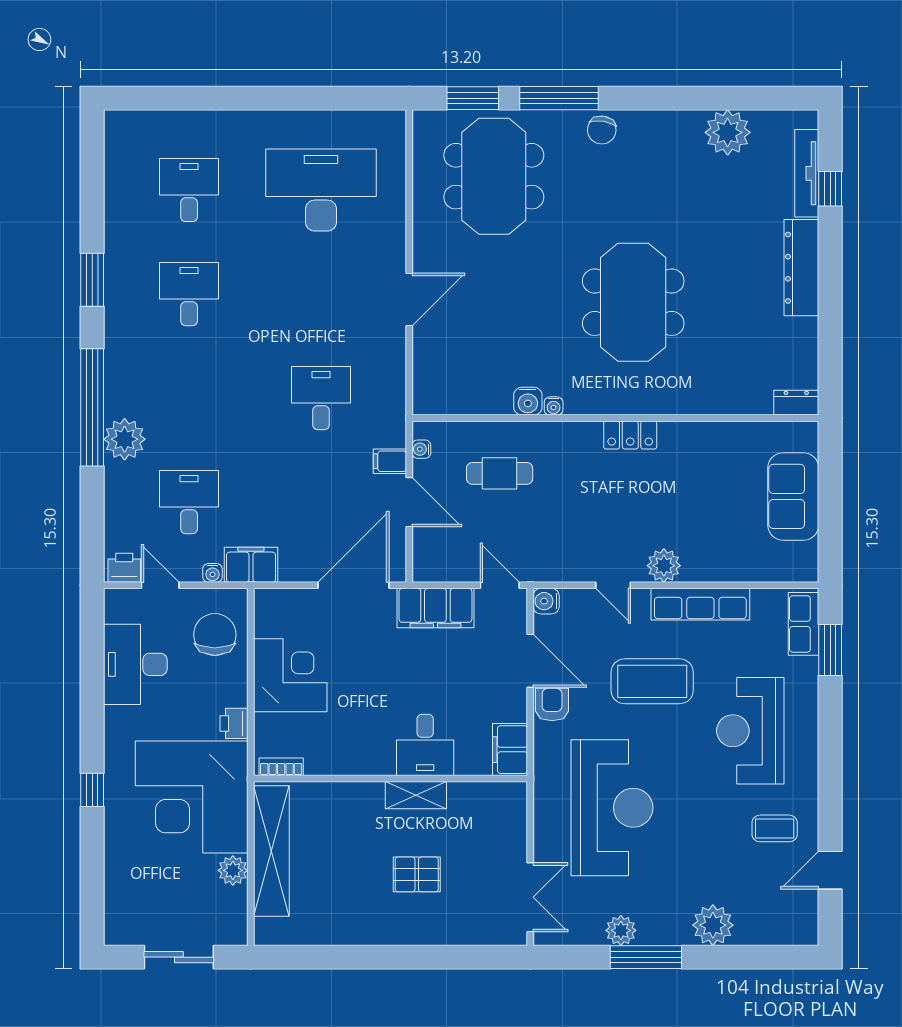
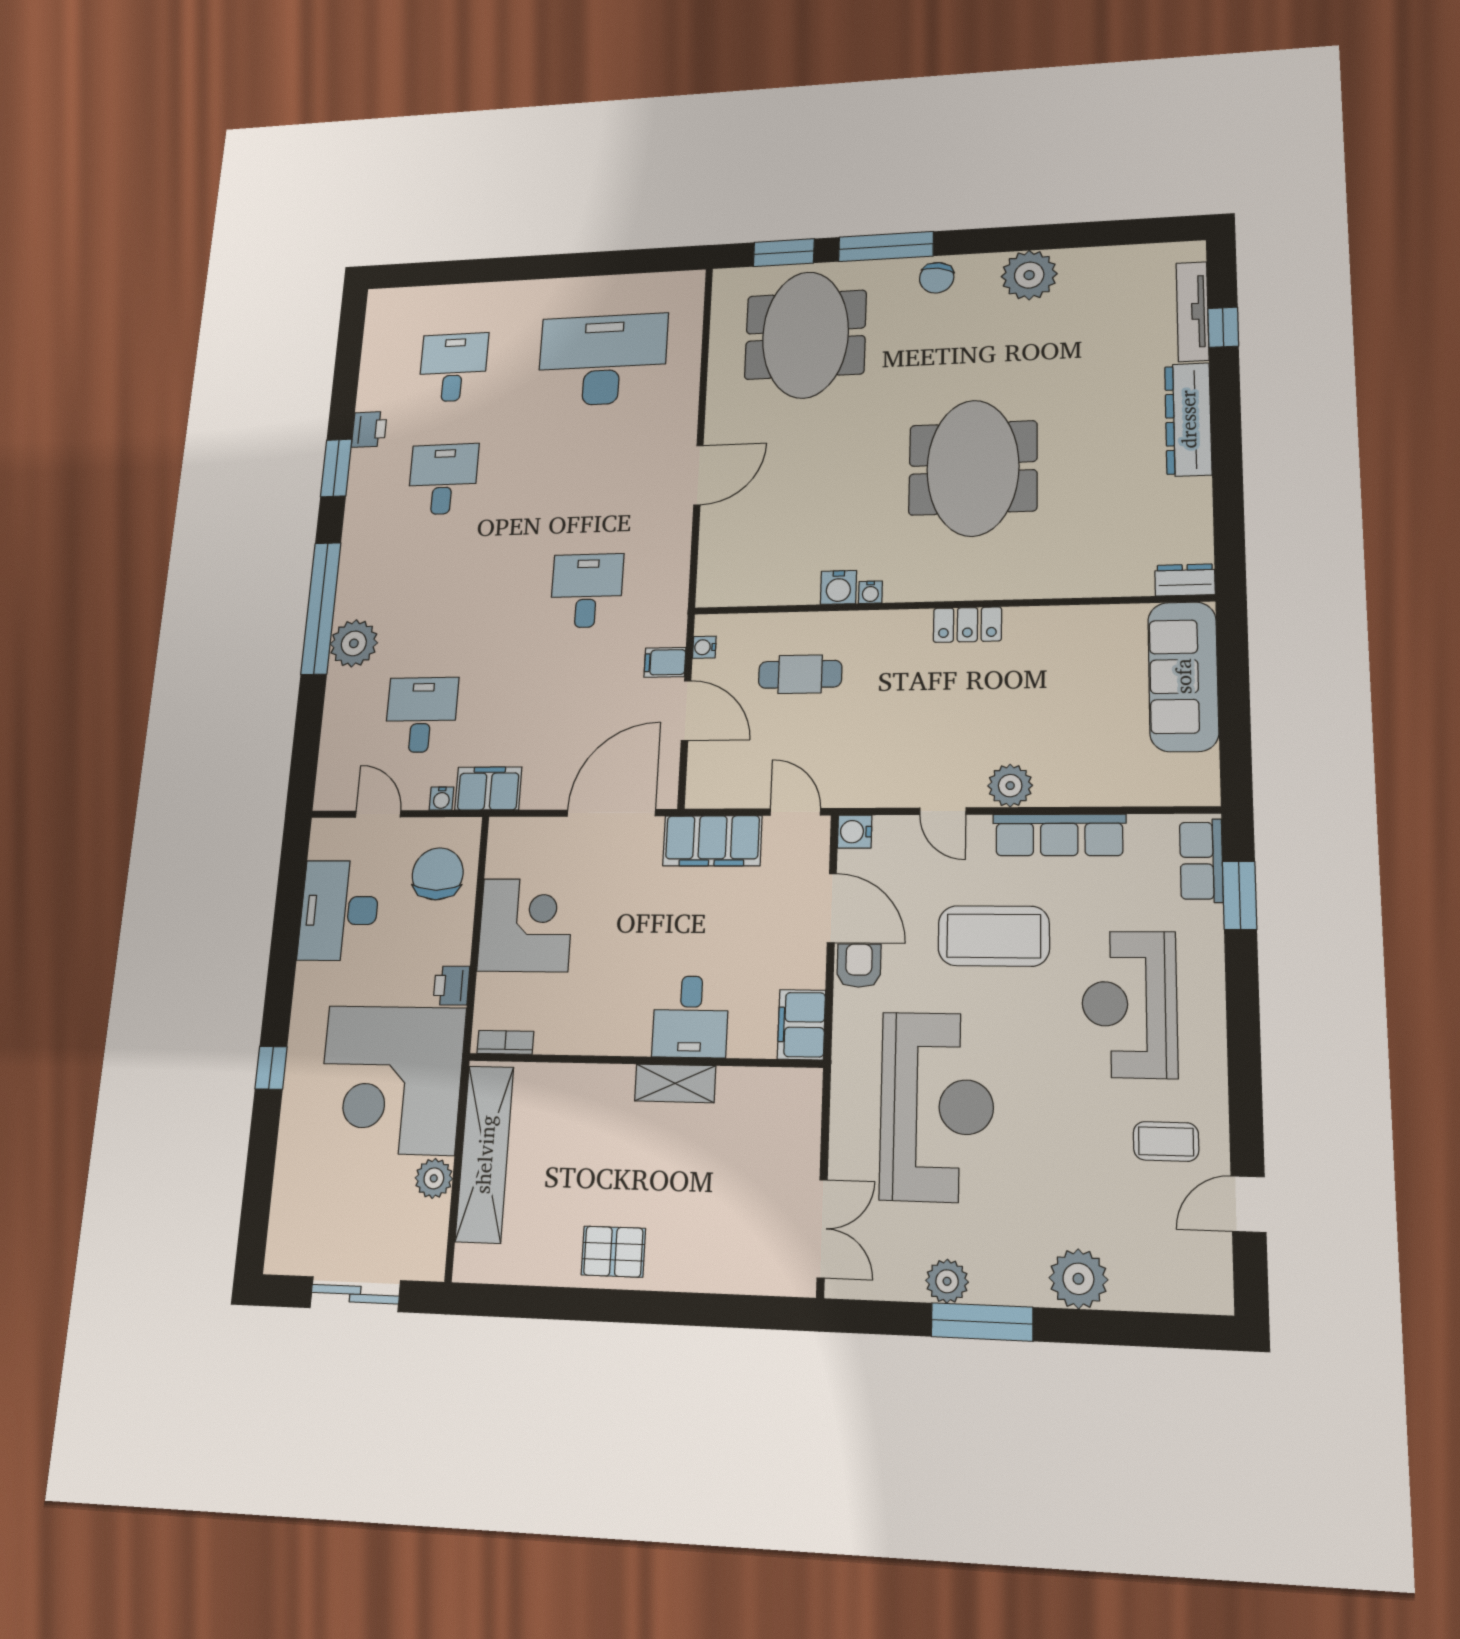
plant: (728, 132) -> (1029, 275), moved
sofa: (793, 496) -> (1183, 676), width x1.36
printer: (124, 568) -> (369, 429), moved, turned 90
pallet: (417, 874) -> (613, 1252), moved

